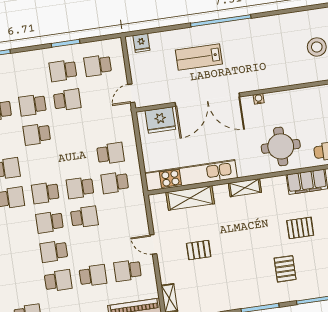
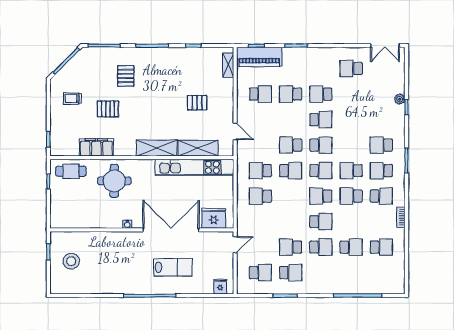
school desk: (41, 164) -> (321, 196), added
school desk: (115, 183) -> (260, 171), turned 180
shelving: (245, 188) -> (157, 148), width x1.50, depth x1.33
door: (153, 244) -> (235, 131), moved

